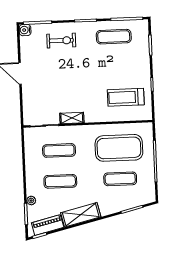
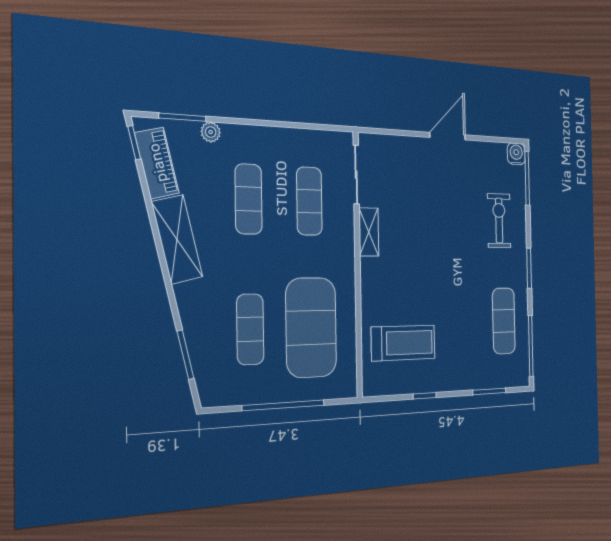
exercise bike: (61, 41) -> (499, 221), turned 180
treadmill: (126, 97) -> (403, 343), turned 90

